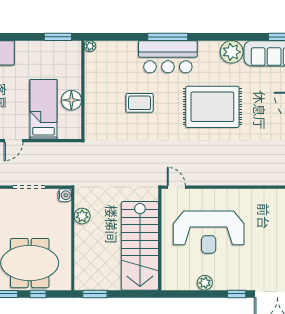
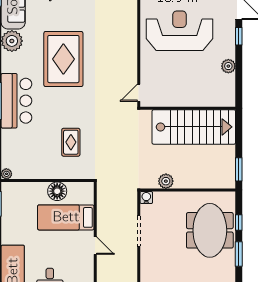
rug: (140, 103) -> (71, 142), moved
reception desk: (209, 232) -> (180, 31), moved, turned -90

